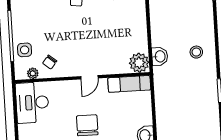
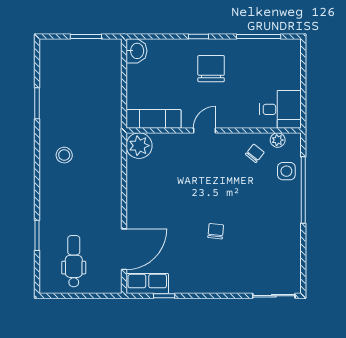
washbasin: (160, 56) -> (112, 152), removed
desk: (32, 103) -> (281, 109), width x0.73
chair: (87, 125) -> (211, 69), turned 180

